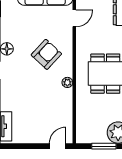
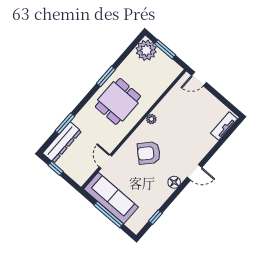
door: (74, 18) -> (105, 162), hinge flipped

